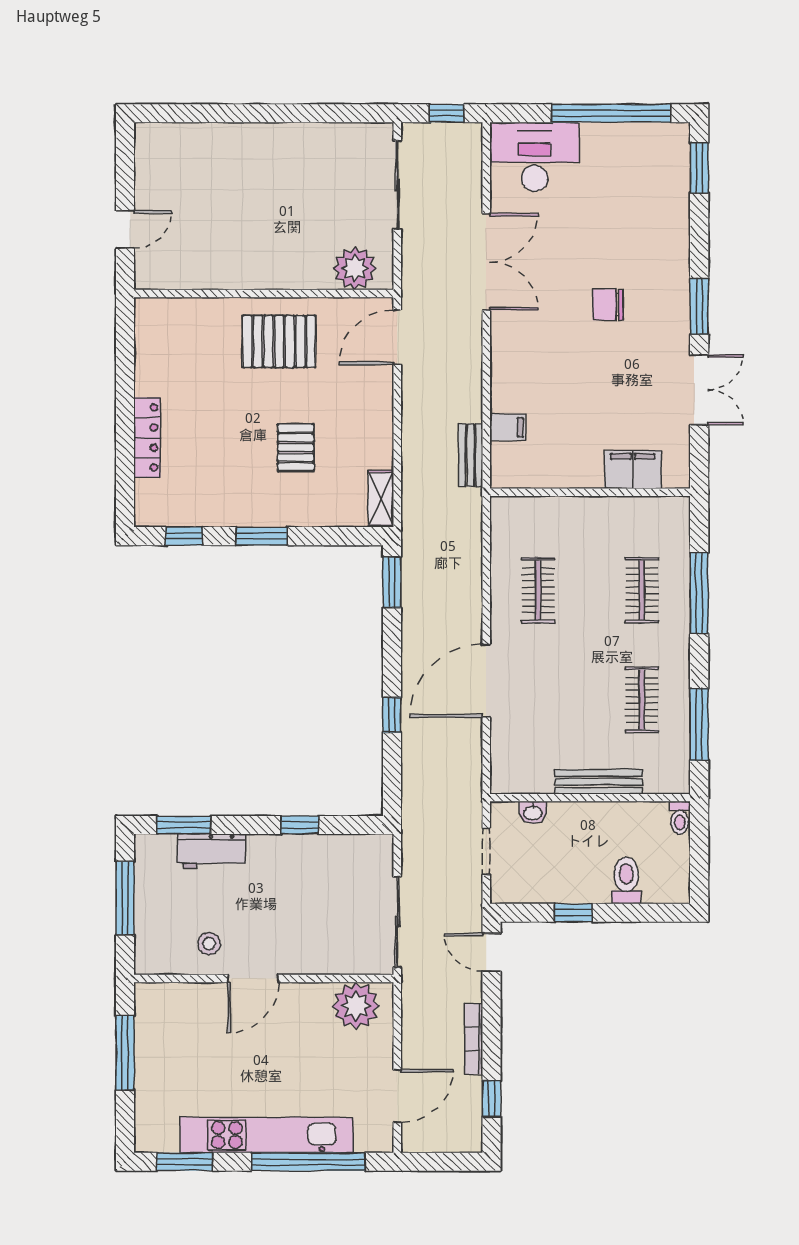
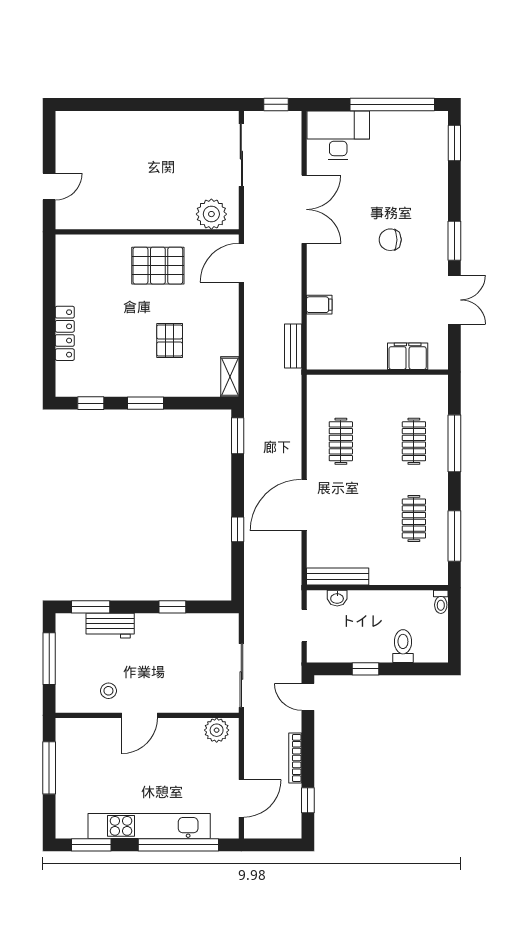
filing cabinet: (508, 427) -> (319, 305), moved
bench: (599, 782) -> (338, 577), moved
plant: (356, 1006) -> (217, 730), width x0.73, depth x0.73

